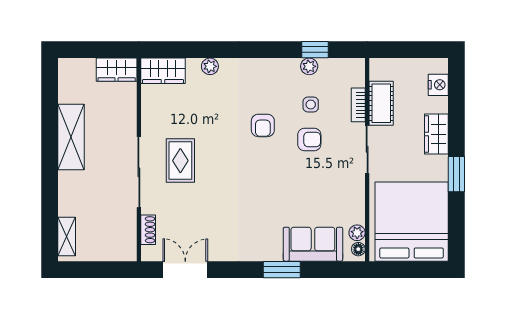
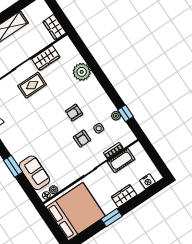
plant: (210, 66) -> (82, 72), width x1.88, depth x1.88
wardrobe: (163, 71) -> (46, 58), moved, turned -90

